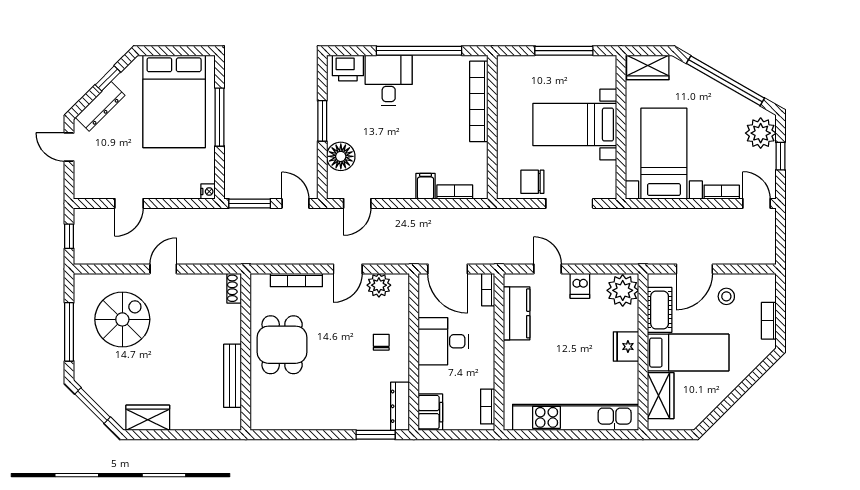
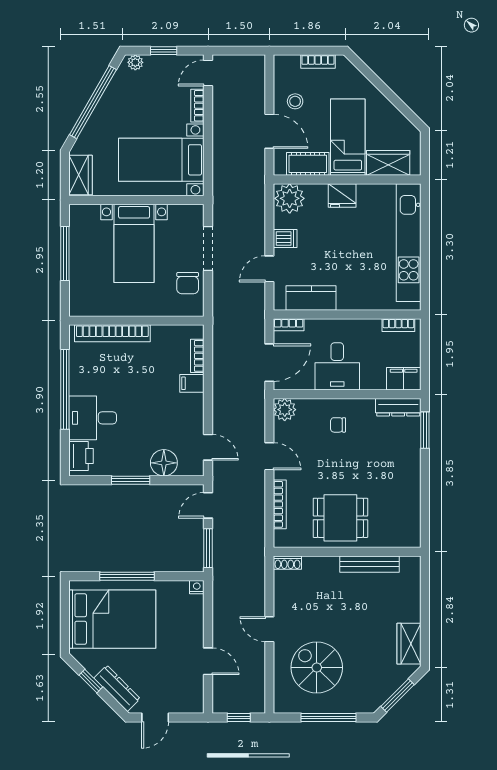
plant: (761, 133) -> (135, 62), width x0.53, depth x0.53
plant: (379, 285) -> (285, 410), moved

